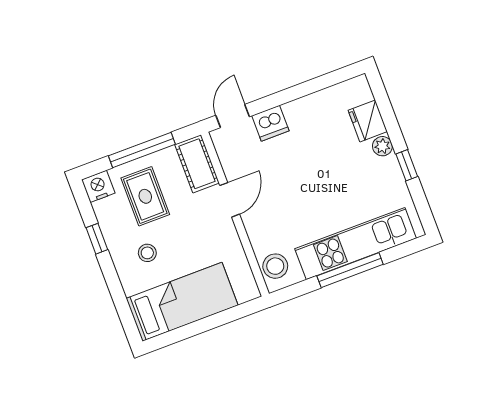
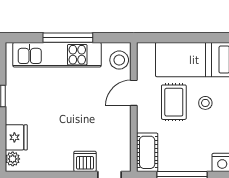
plant: (382, 146) -> (13, 159), moved
rug: (145, 196) -> (174, 102), moved
door: (230, 200) -> (134, 93), moved

